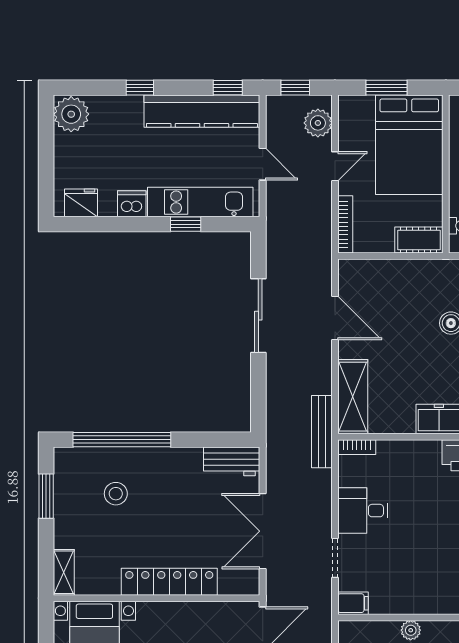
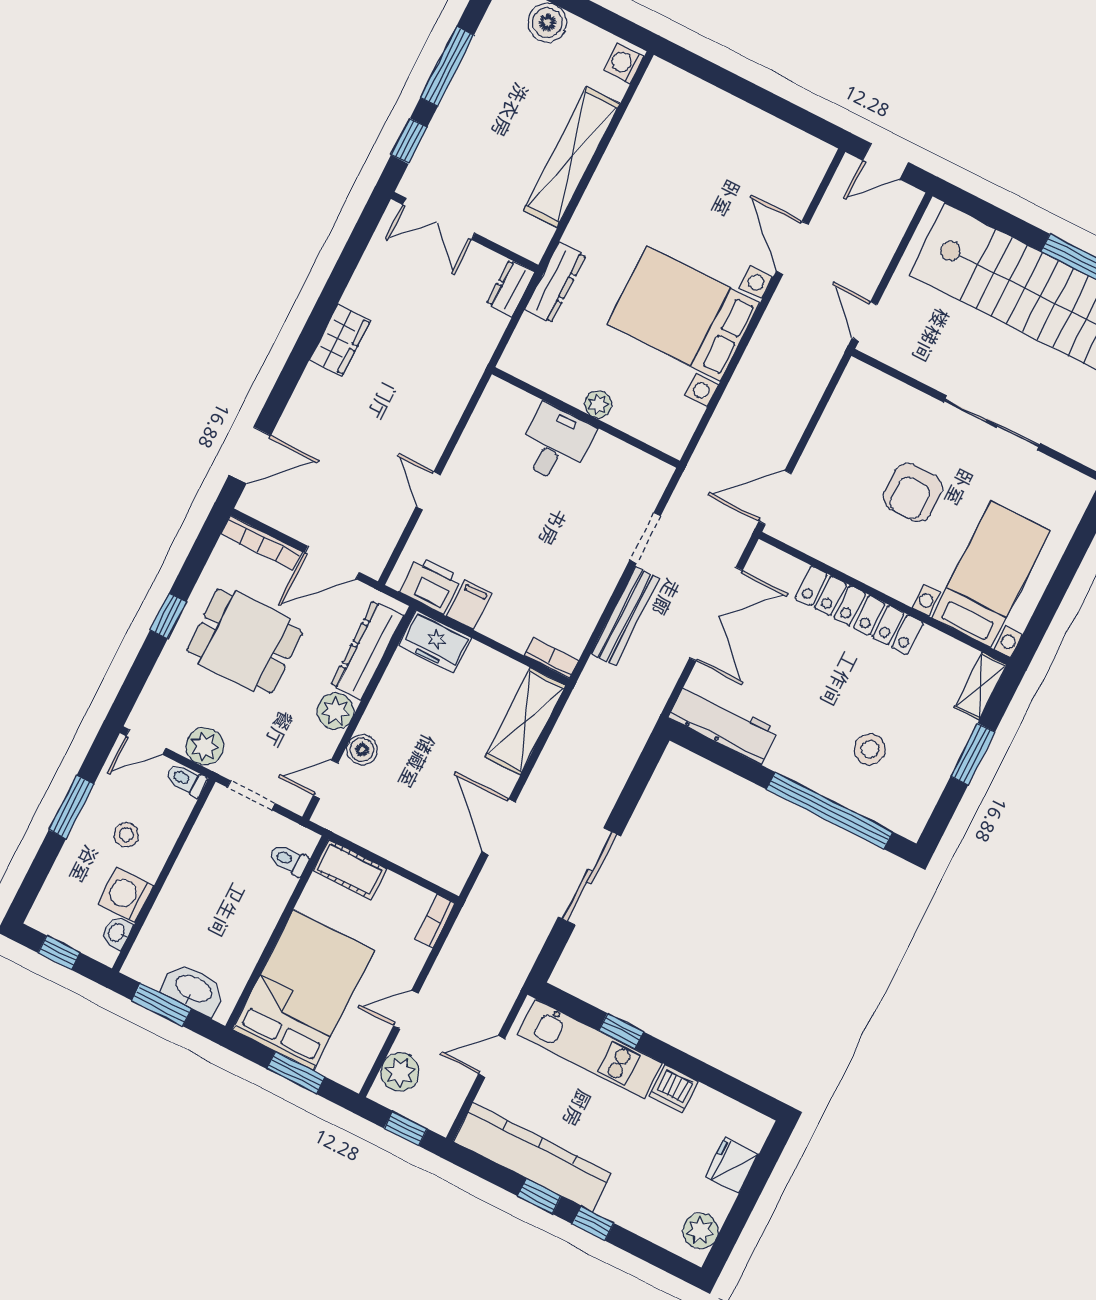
window: (228, 88) -> (539, 1196), moved
plant: (71, 114) -> (700, 1231), width x0.73, depth x0.73
door: (263, 164) -> (492, 1056), hinge flipped
fridge: (81, 203) -> (732, 1165), moved, turned 90
bookcase: (345, 224) -> (435, 921), width x0.64
bench: (322, 432) -> (625, 616), moved
workbench: (232, 461) -> (723, 724), width x1.38
window: (46, 496) -> (973, 754), moved
desk: (363, 511) -> (555, 444), moved, turned -90
filing cabinet: (353, 603) -> (469, 605), moved, turned 90

